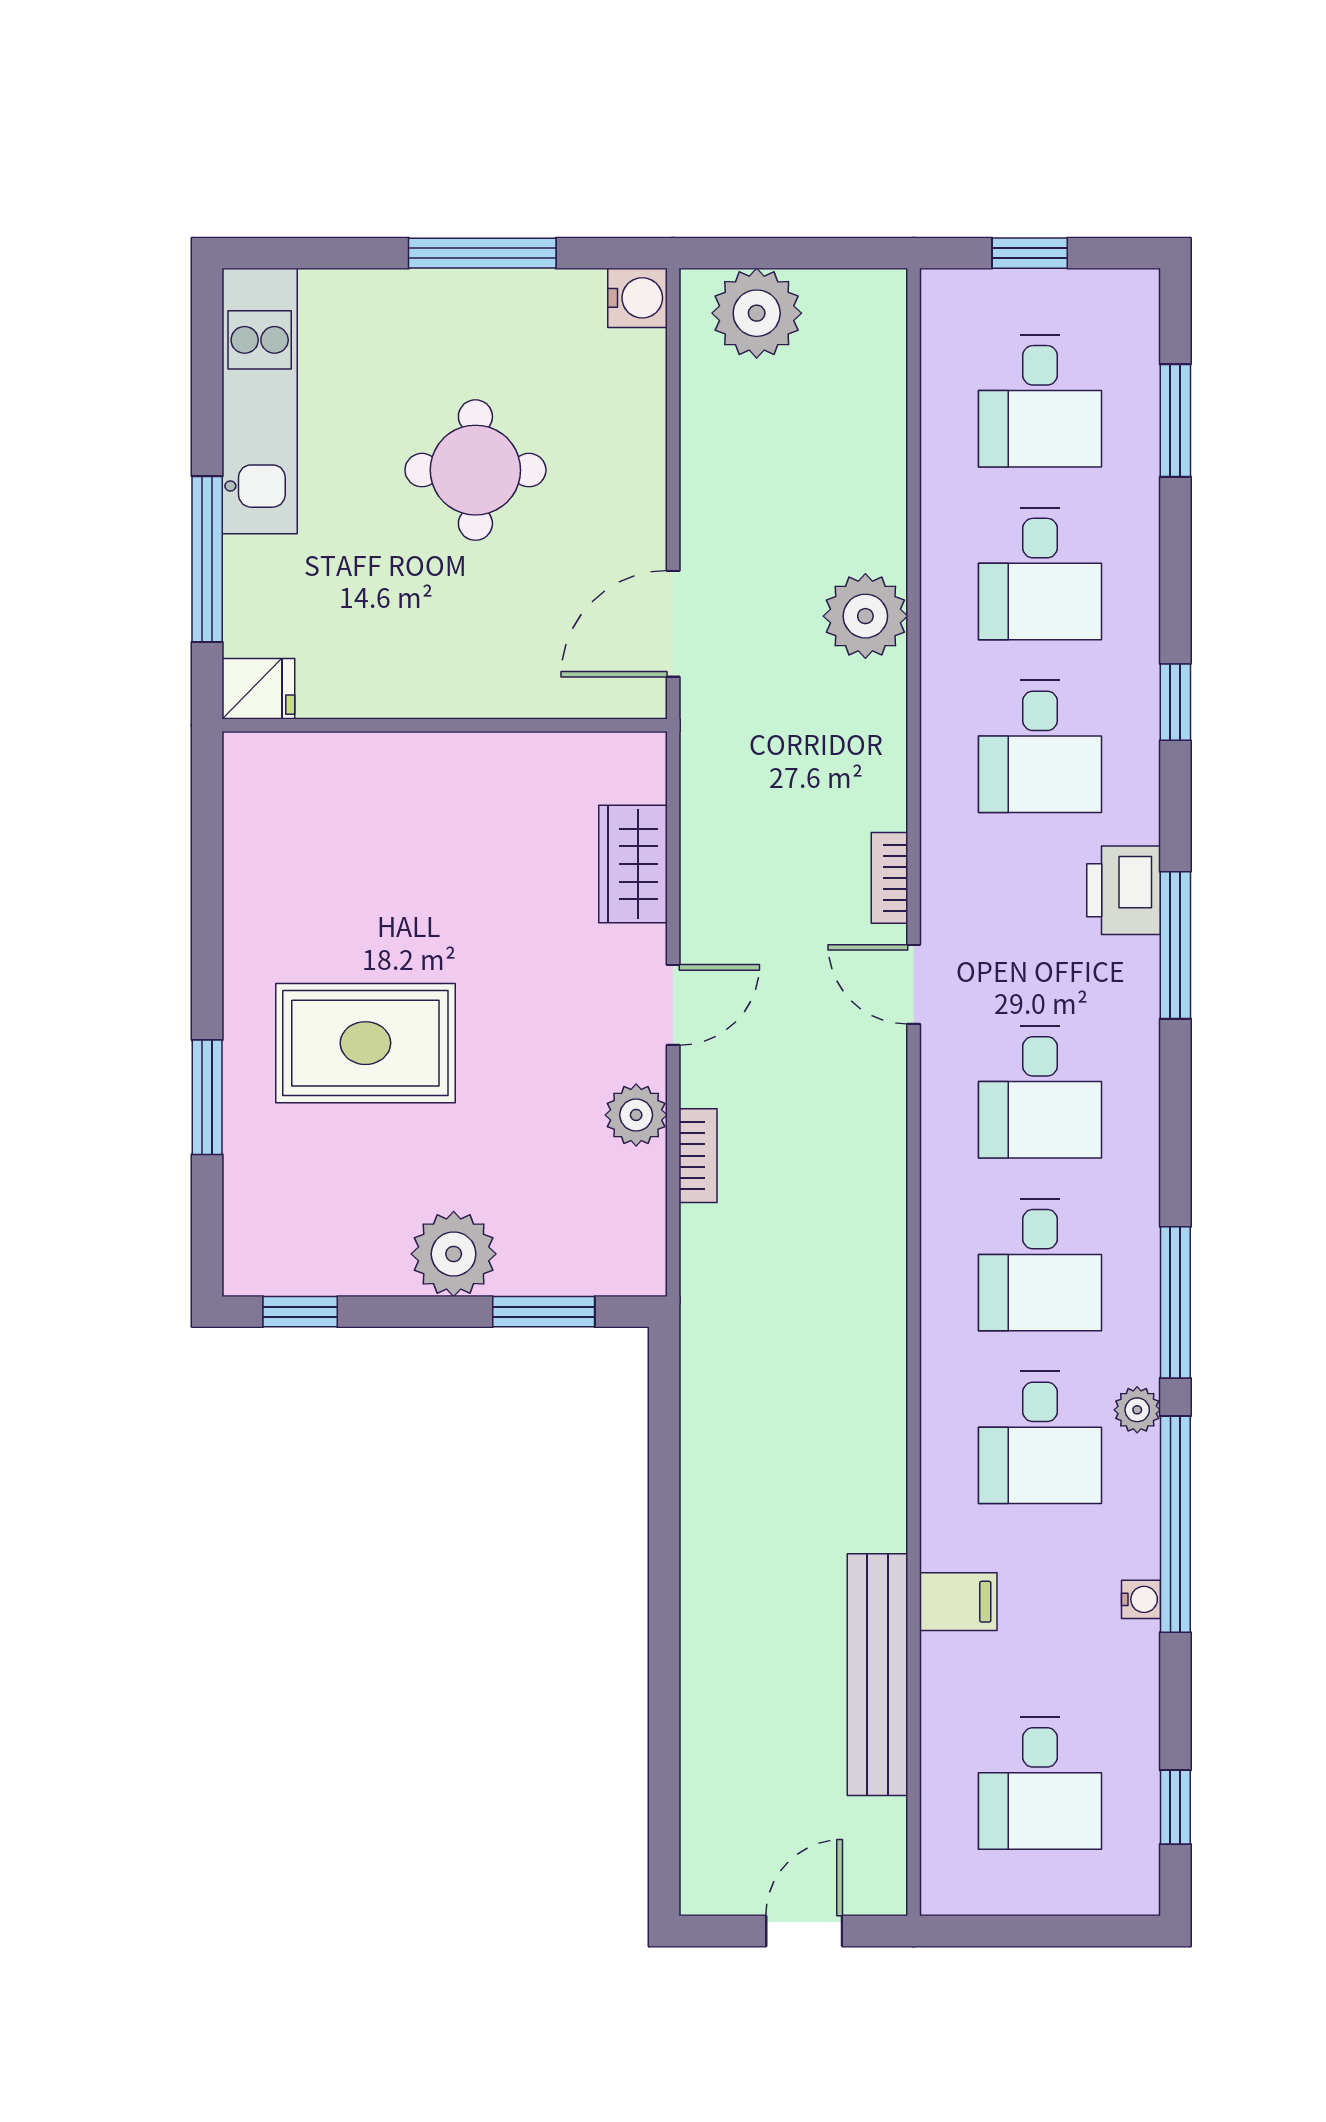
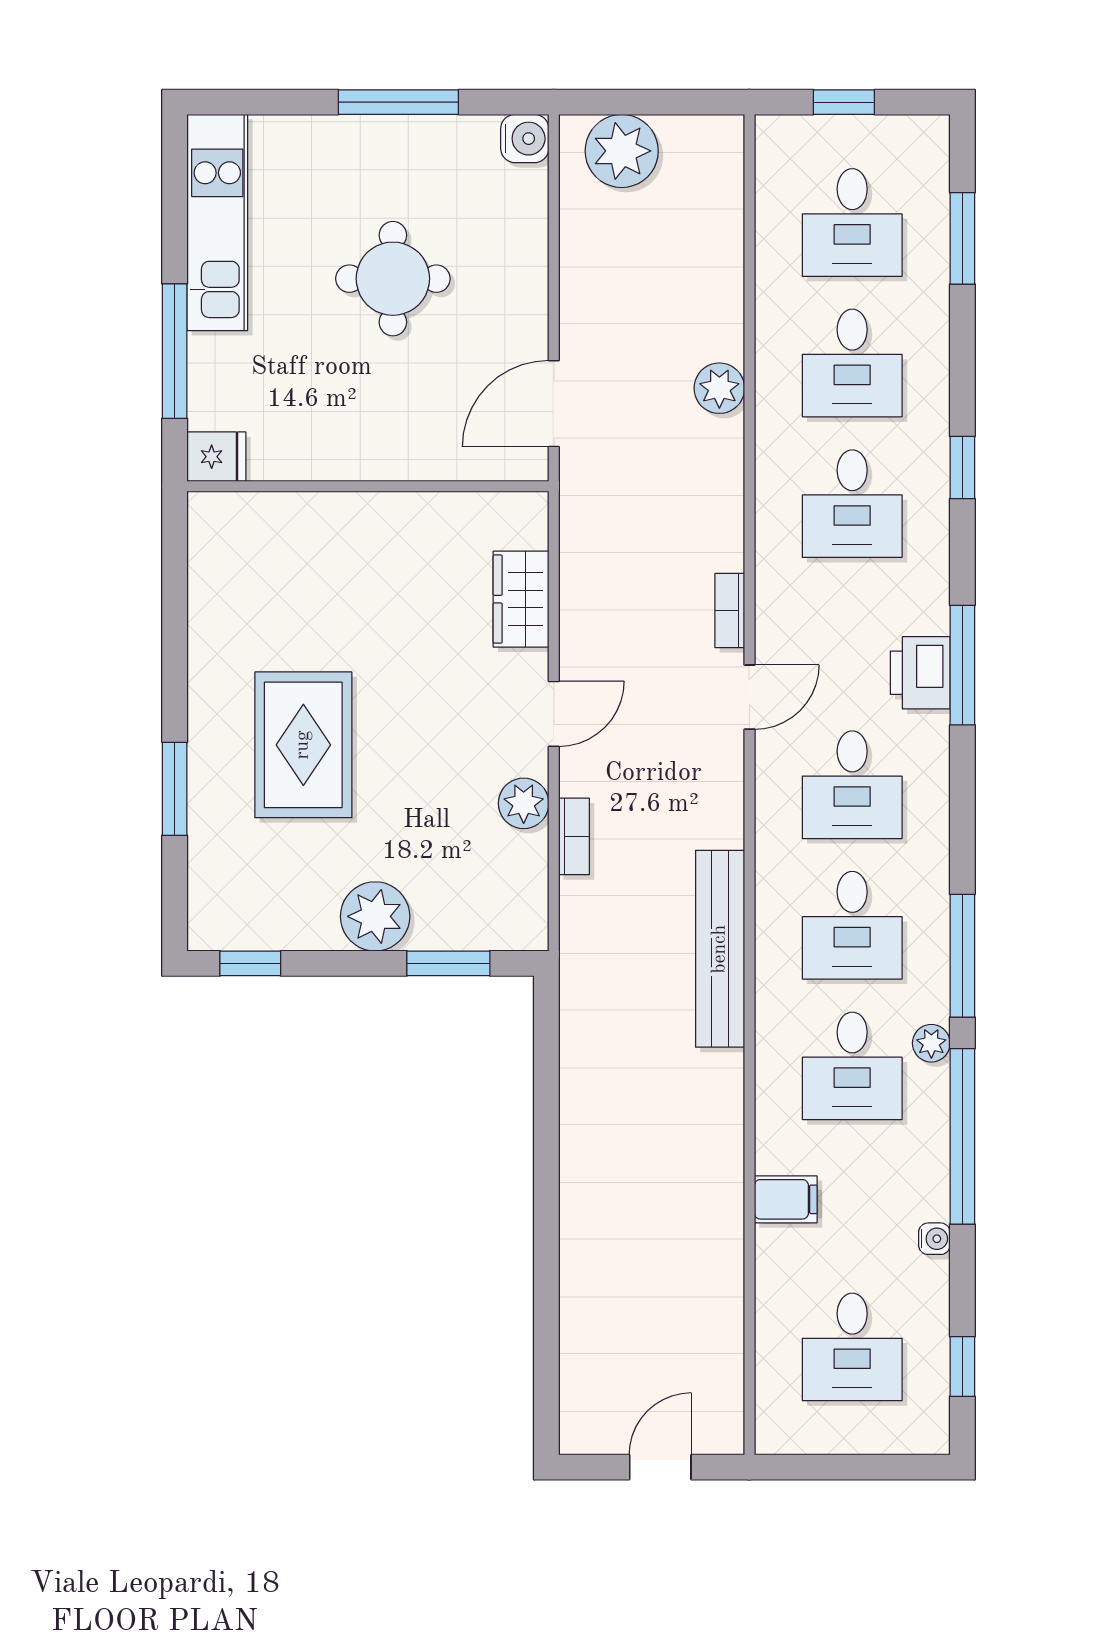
plant: (865, 616) -> (719, 388), width x0.73, depth x0.73
printer: (1124, 890) -> (920, 673), moved
door: (914, 984) -> (749, 697), swing flipped
rug: (365, 1043) -> (303, 745), turned 90
water cooler: (1141, 1599) -> (934, 1239), moved
bench: (878, 1675) -> (720, 949), moved

